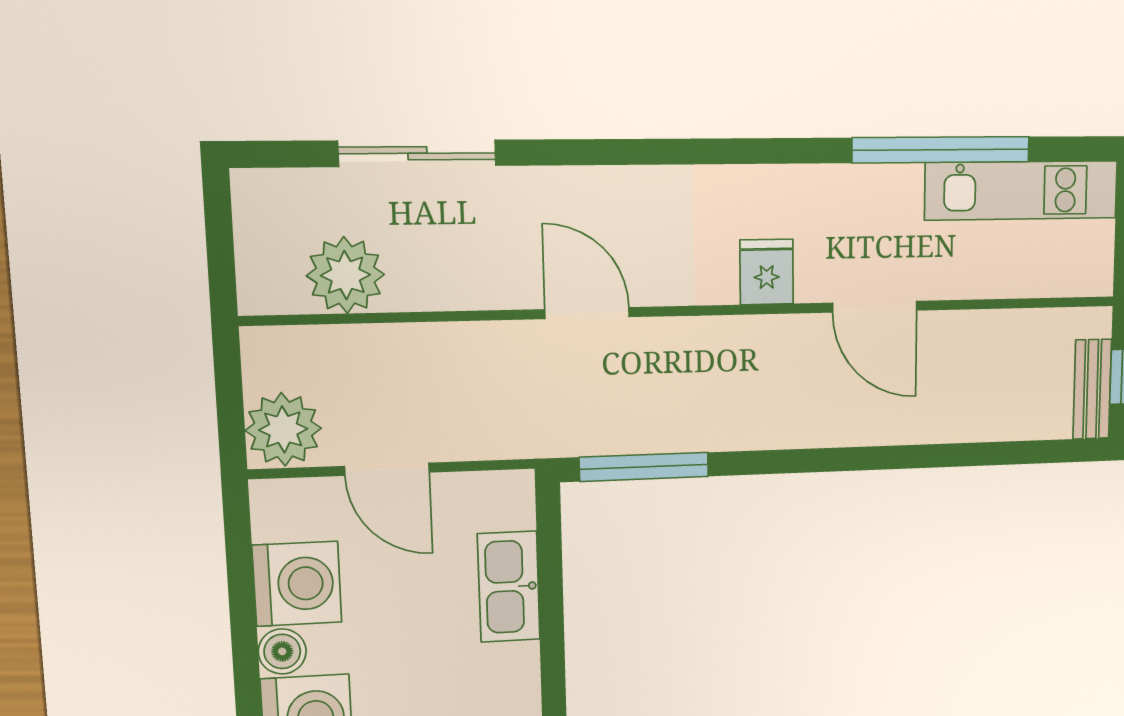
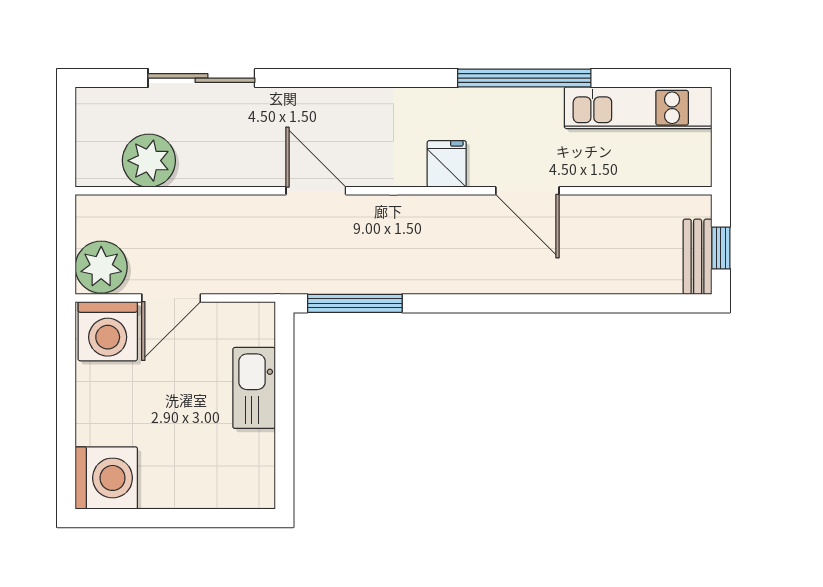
window: (941, 150) -> (524, 78), moved
door: (387, 469) -> (171, 298), hinge flipped
washing machine: (297, 584) -> (108, 331), moved, turned 90
boiler: (282, 651) -> (92, 427), removed

